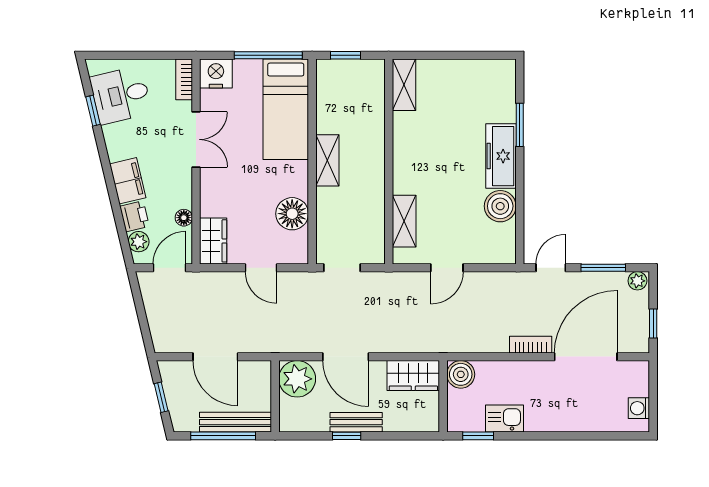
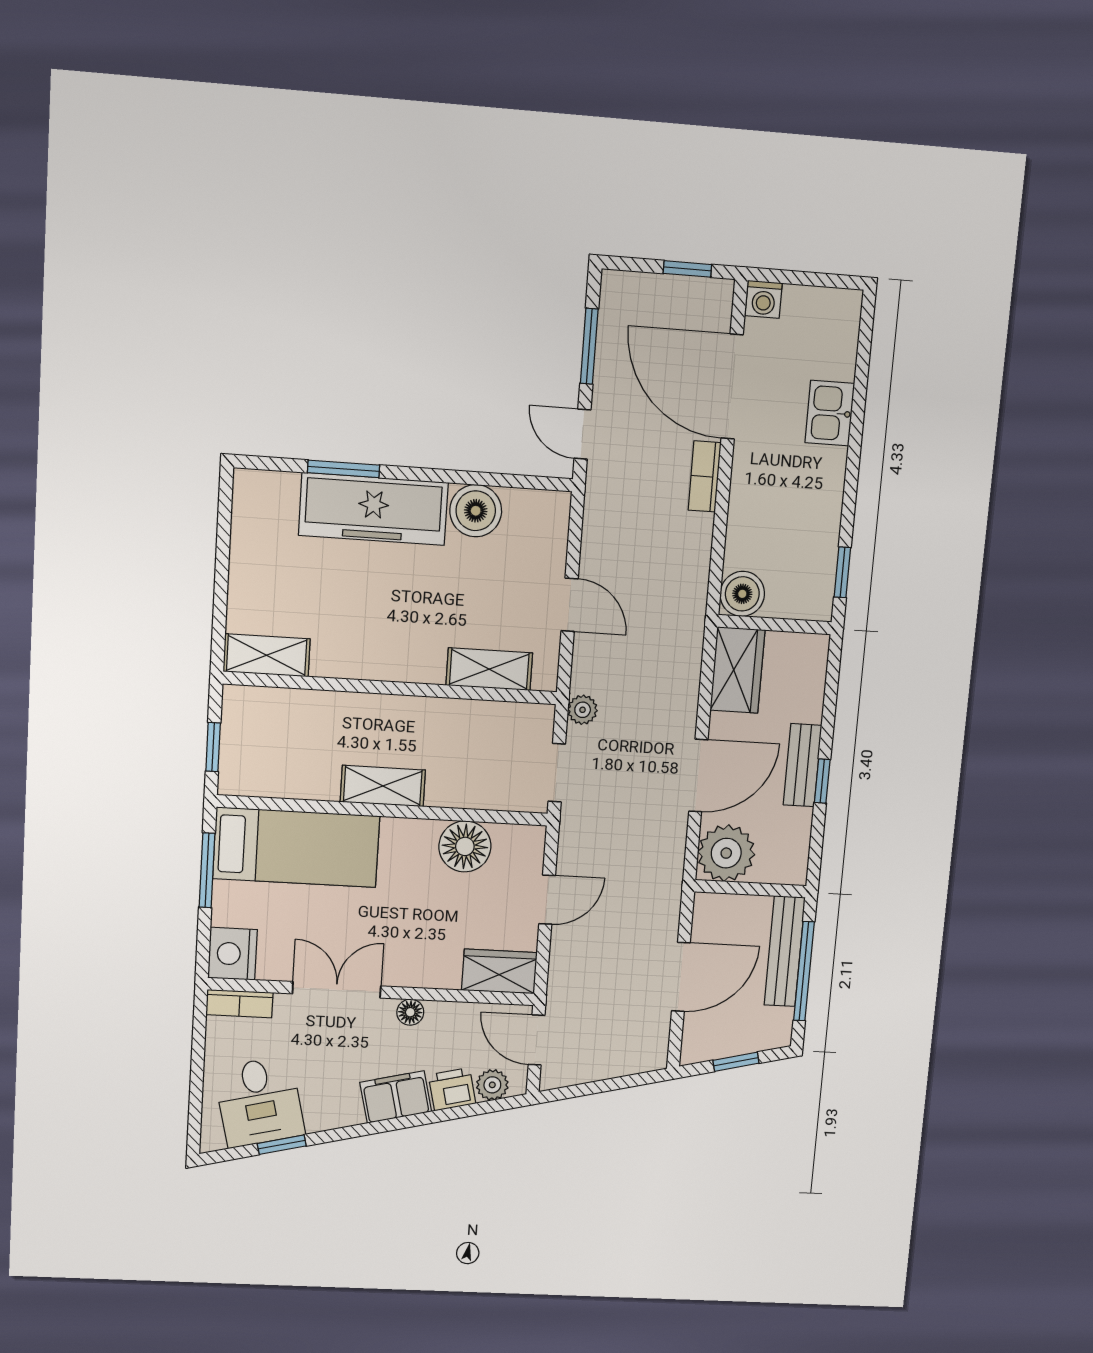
window: (268, 55) -> (207, 870), width x0.69
freezer: (501, 156) -> (373, 509), width x1.36, depth x1.26
floor lamp: (184, 218) -> (410, 1012), moved
plant: (637, 281) -> (583, 710), moved
washing machine: (639, 408) -> (764, 299), moved
kitchen sink: (504, 418) -> (830, 413), moved

